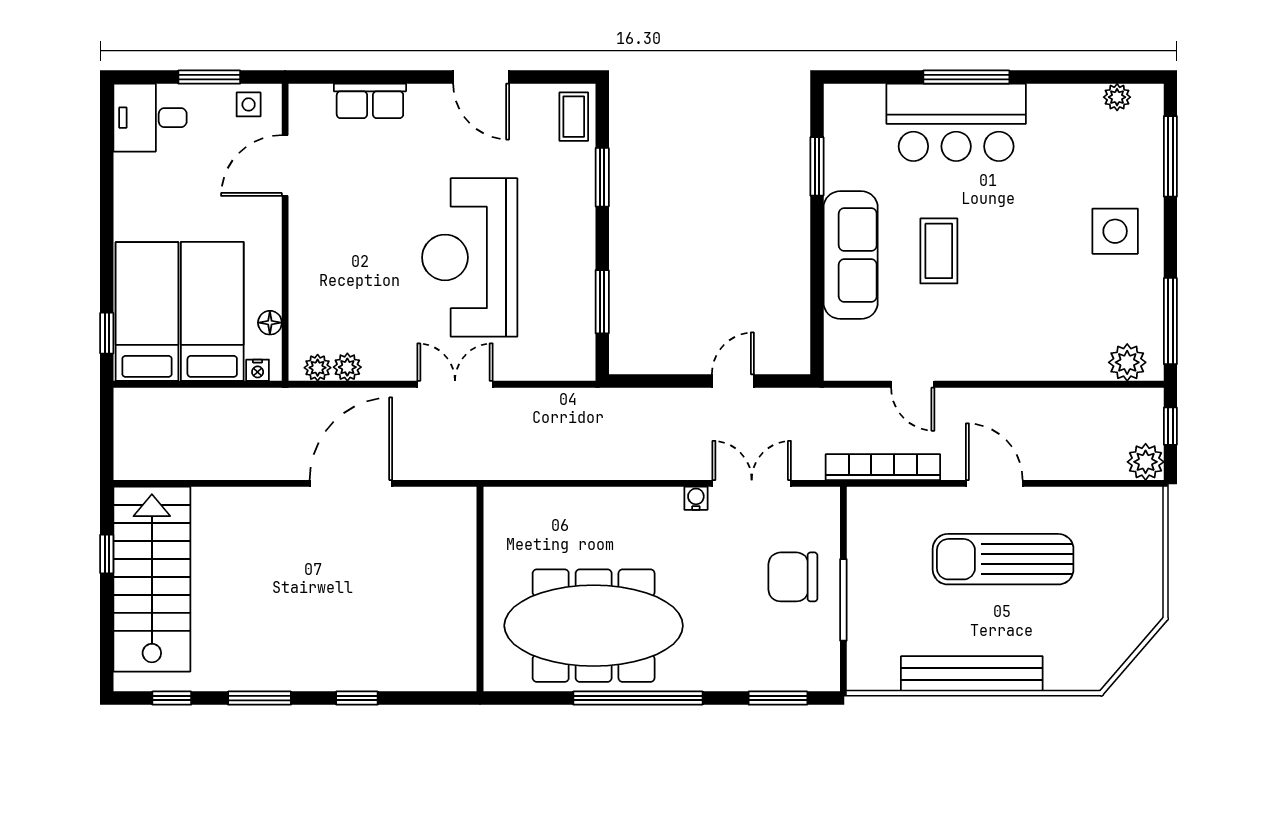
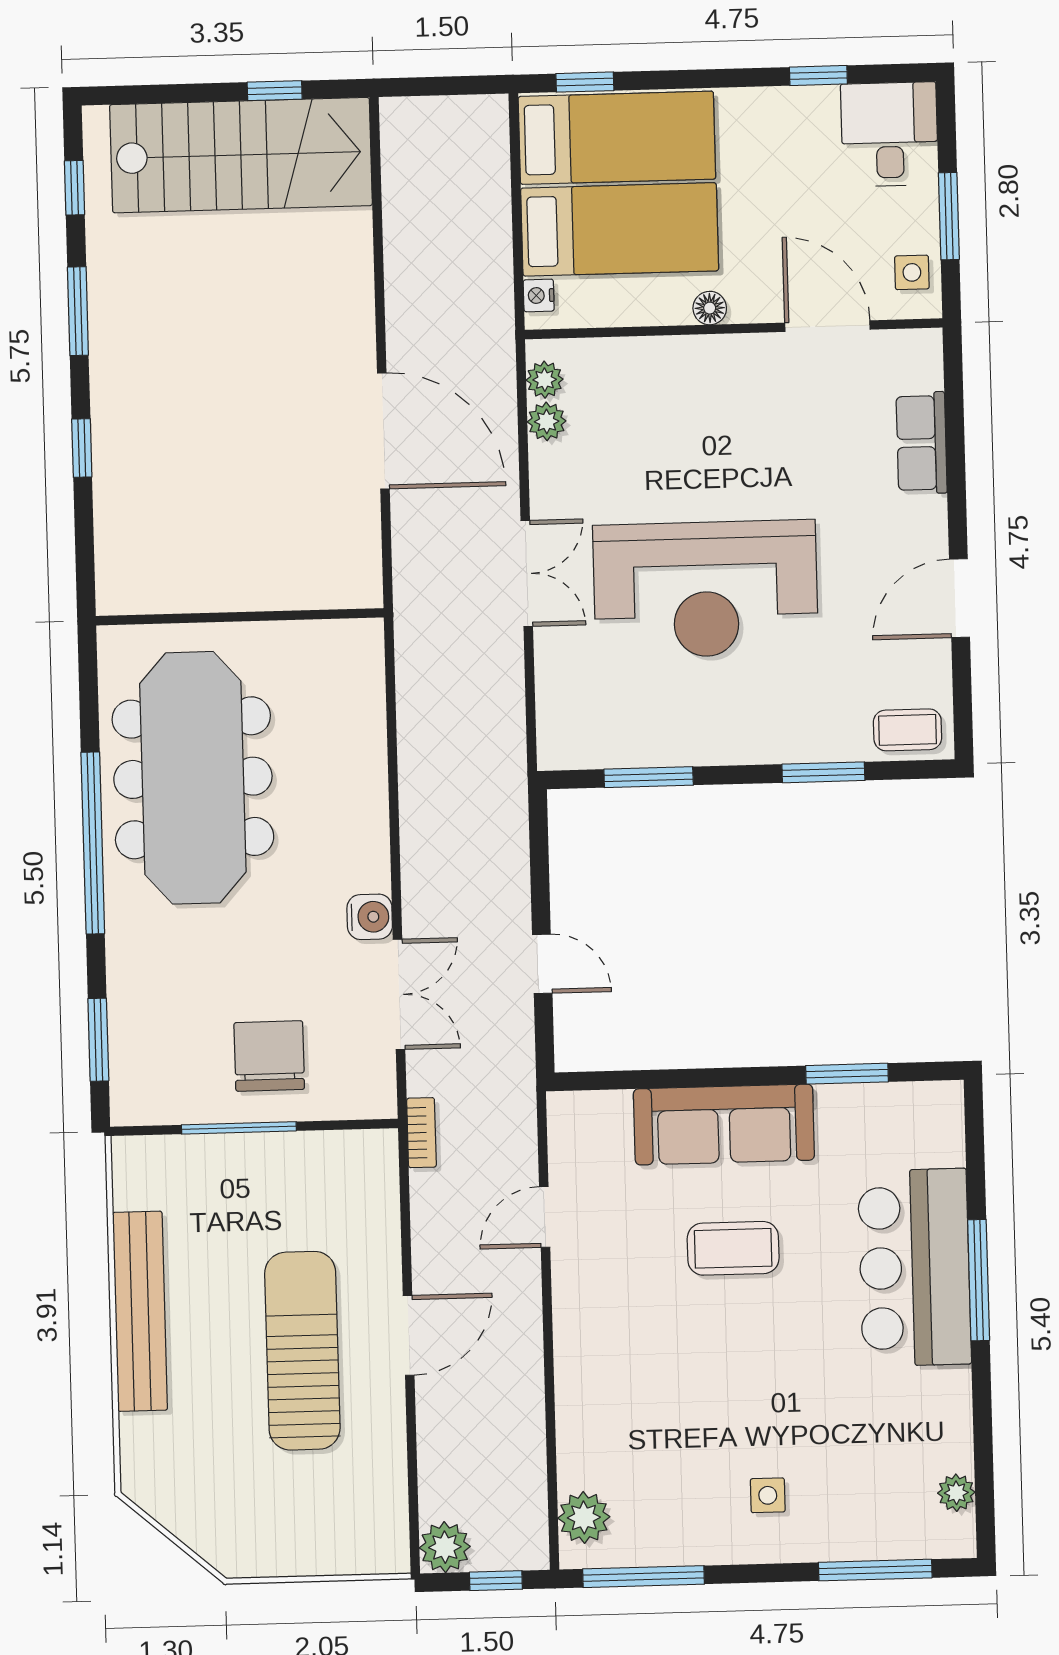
window: (107, 167) -> (818, 75), added
side table: (1115, 231) -> (768, 1495), width x0.54, depth x0.54
reception desk: (470, 257) -> (706, 589), turned 180
floor lamp: (270, 323) -> (710, 308), moved
bookcase: (883, 467) -> (421, 1133), width x0.43, depth x0.76
water cooler: (696, 498) -> (370, 917), width x1.38, depth x1.38

